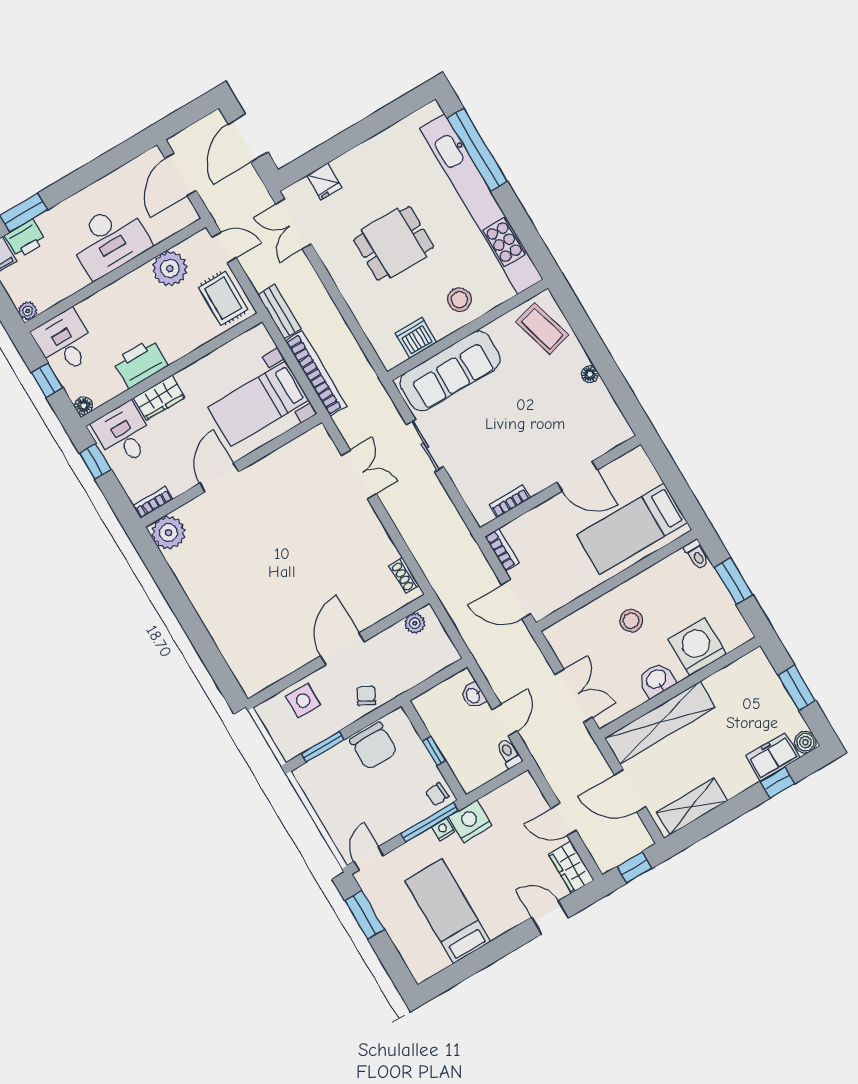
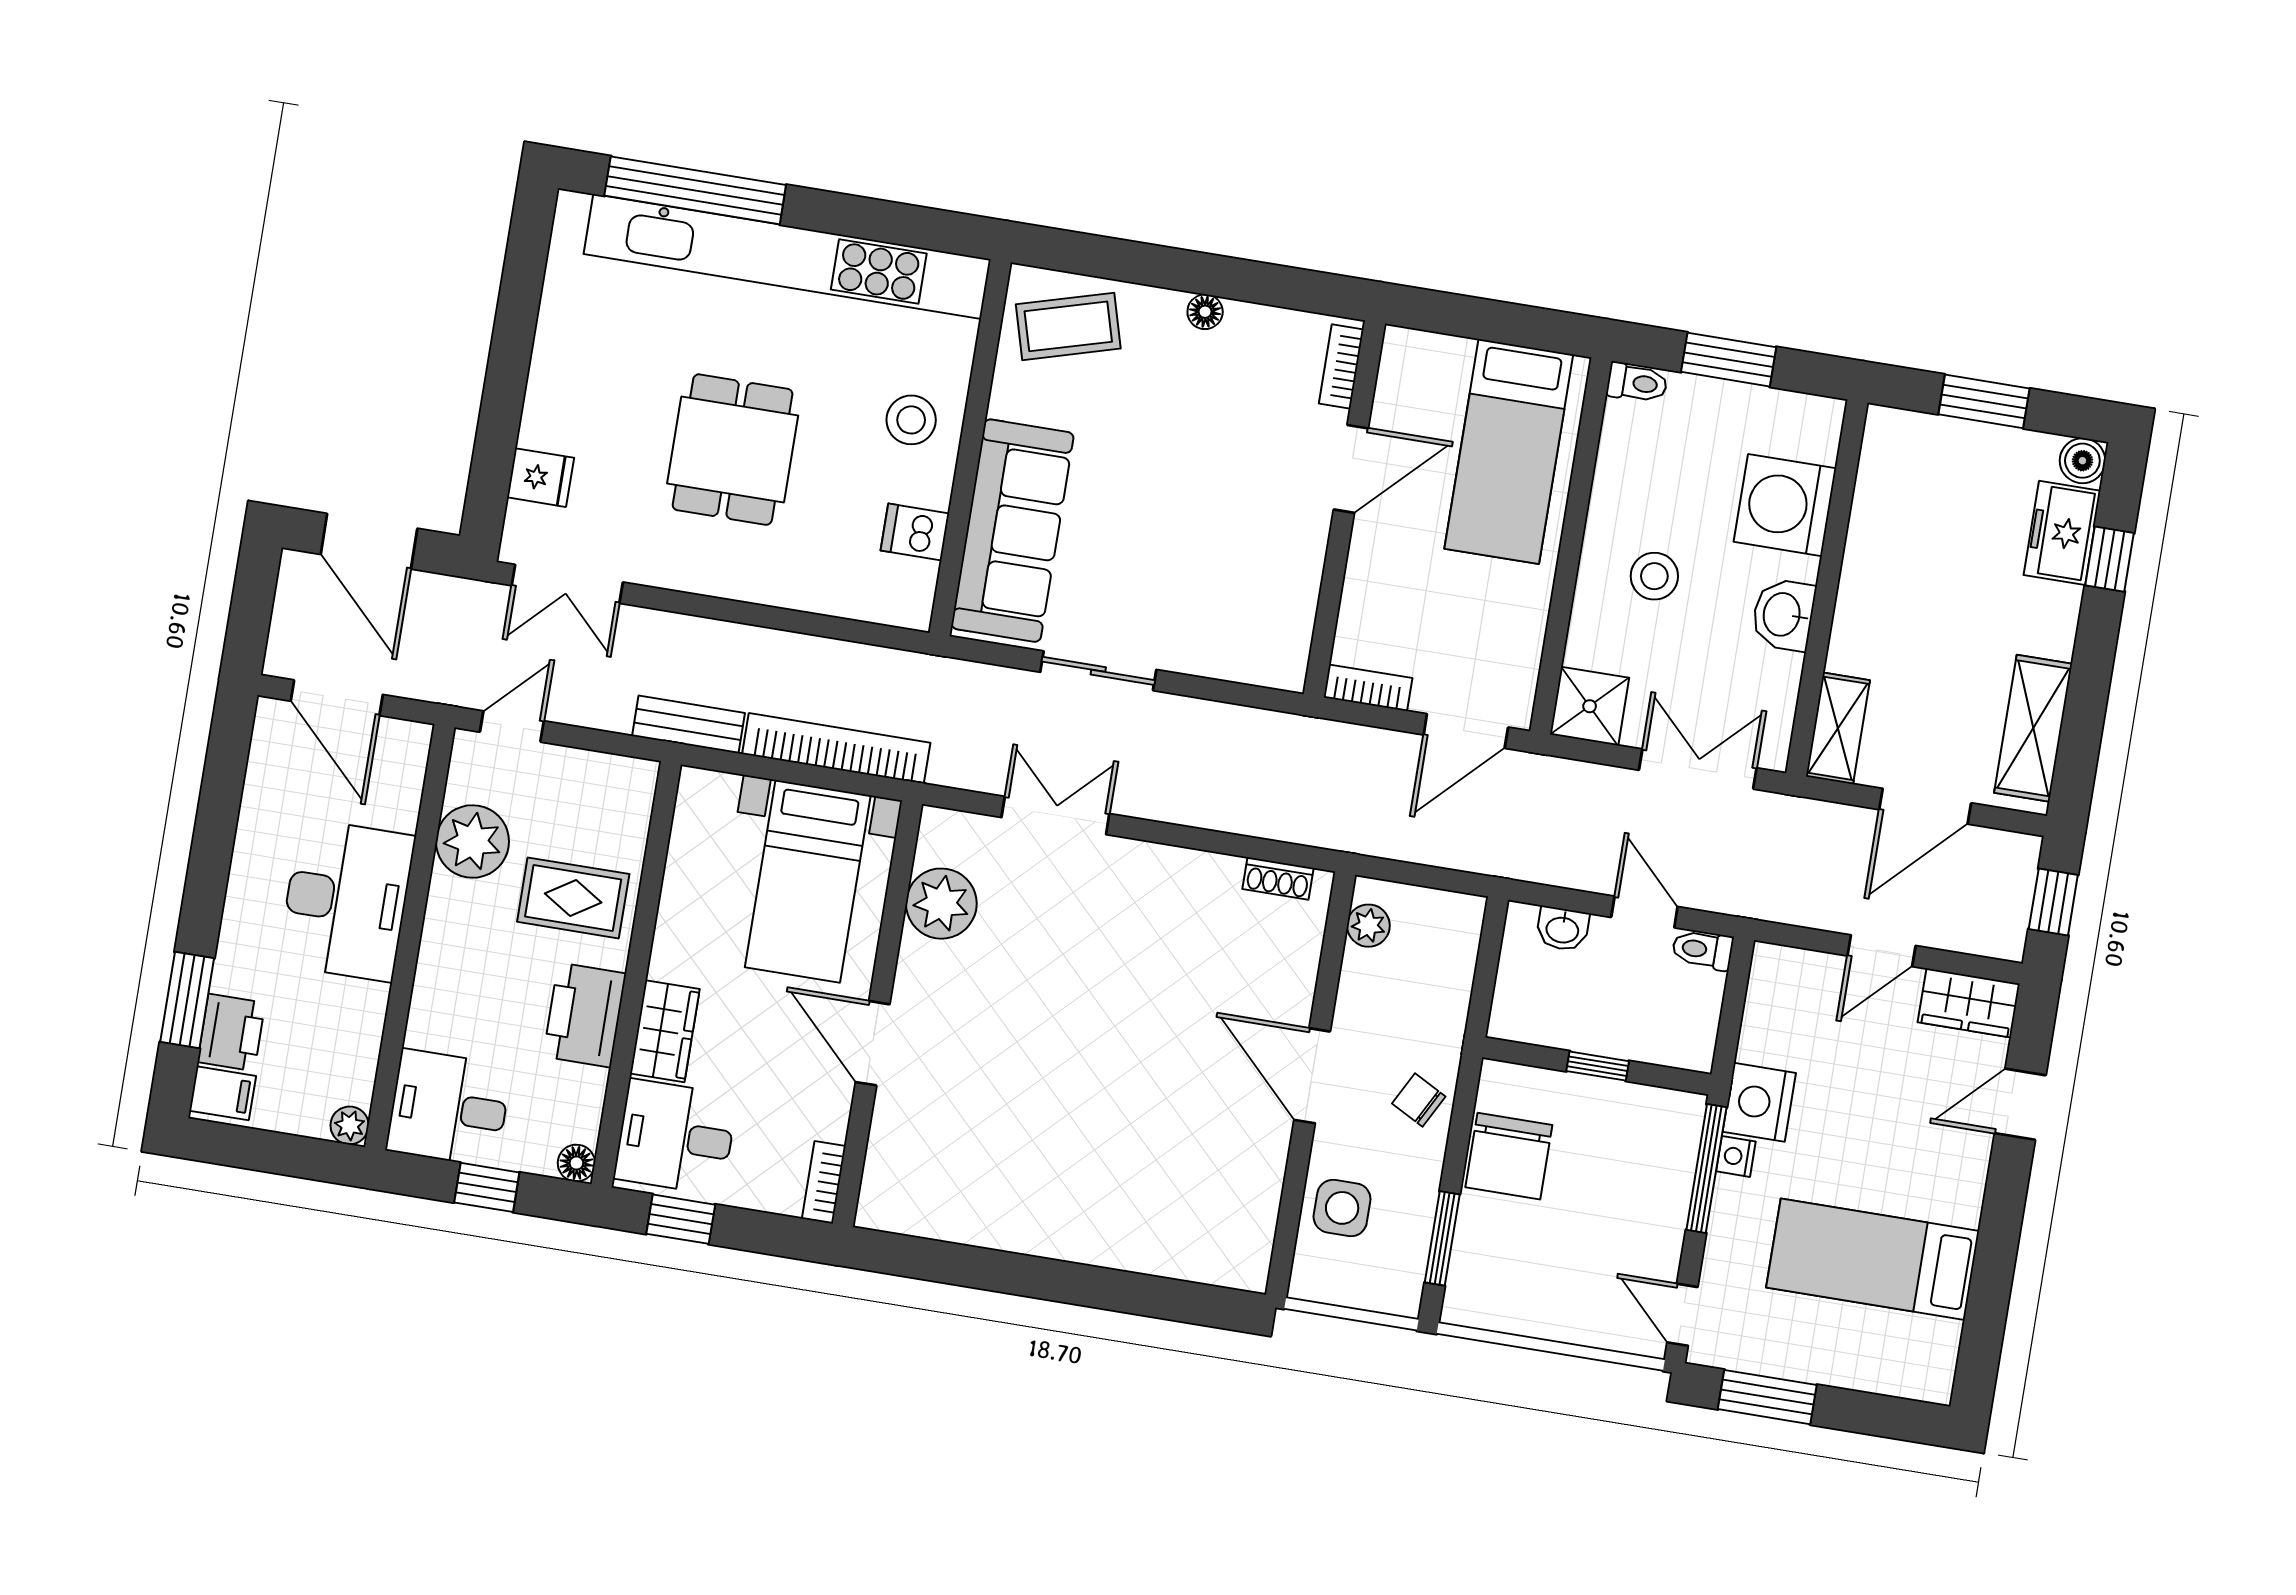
rug: (223, 298) -> (573, 898), moved
dishwasher: (416, 338) -> (915, 532), width x0.73
bookcase: (510, 501) -> (1341, 366), moved
plant: (168, 533) -> (941, 904), moved
shower: (563, 637) -> (1590, 706), added
shelving: (660, 723) -> (1838, 728), width x0.45, depth x0.75
chair: (373, 746) -> (1509, 1156), turned 90
chair: (437, 794) -> (1672, 1119), removed

